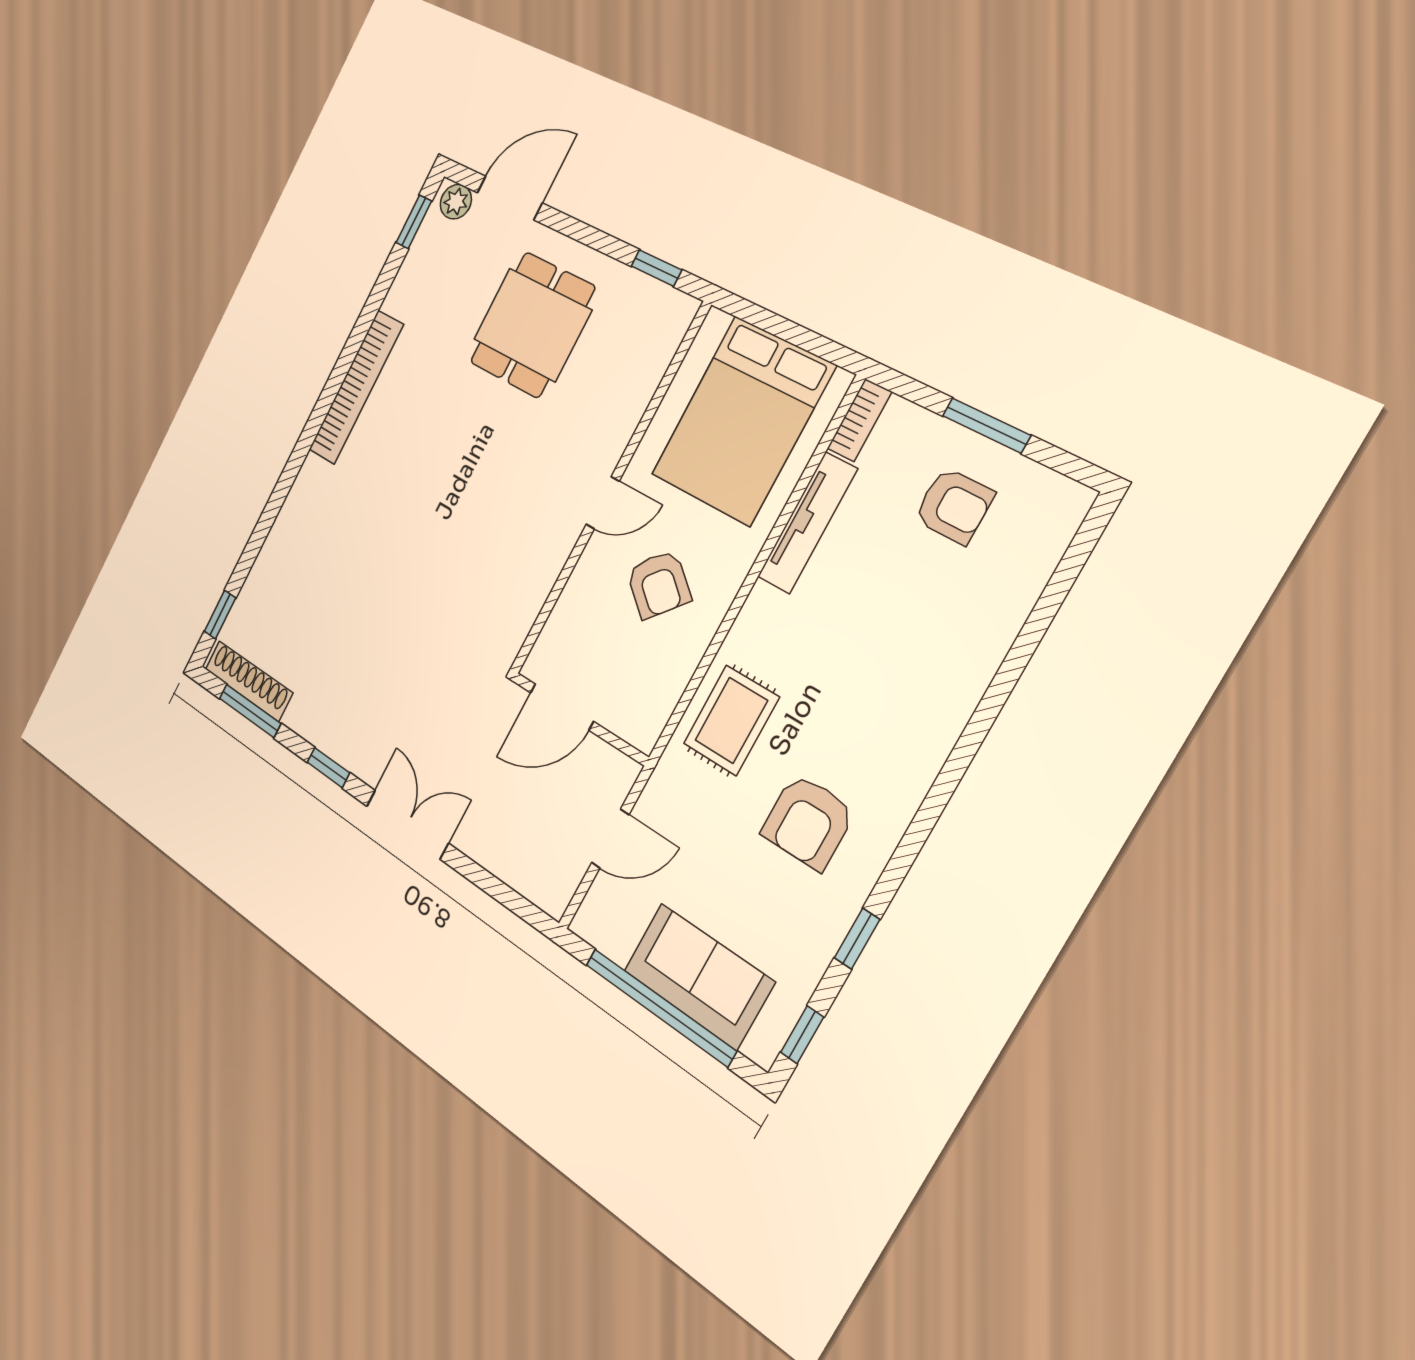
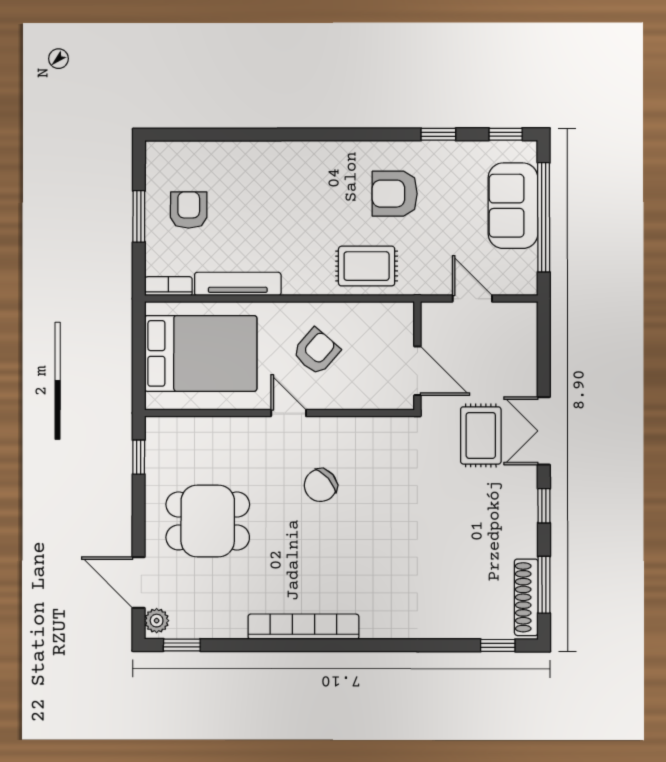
chair: (496, 497) -> (321, 485), added
rug: (444, 741) -> (481, 435), added
armchair: (808, 822) -> (395, 194), turned 180

